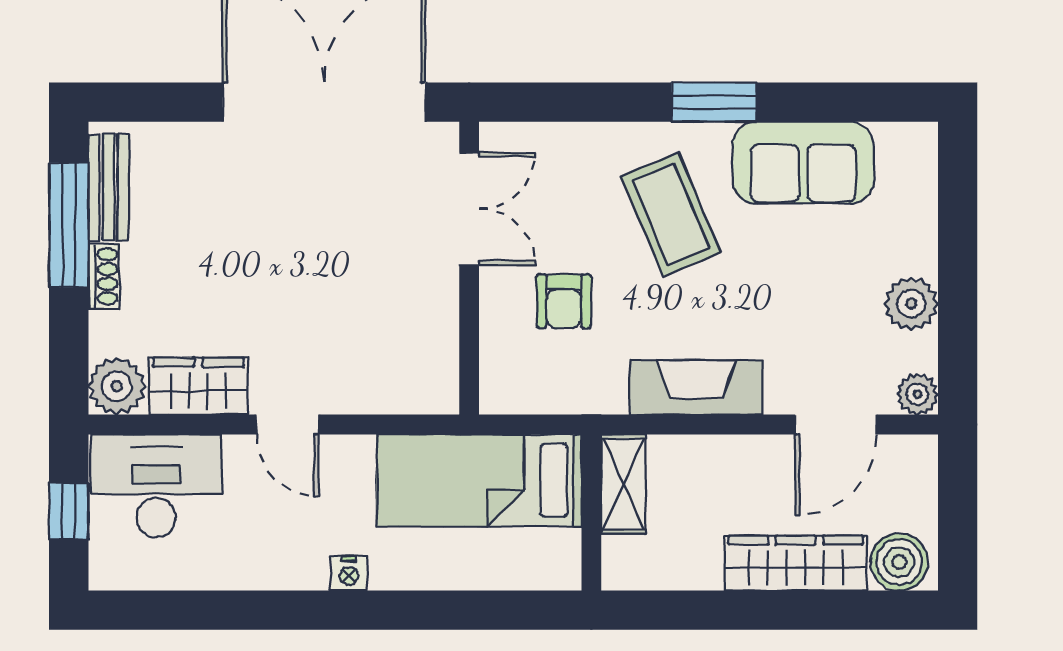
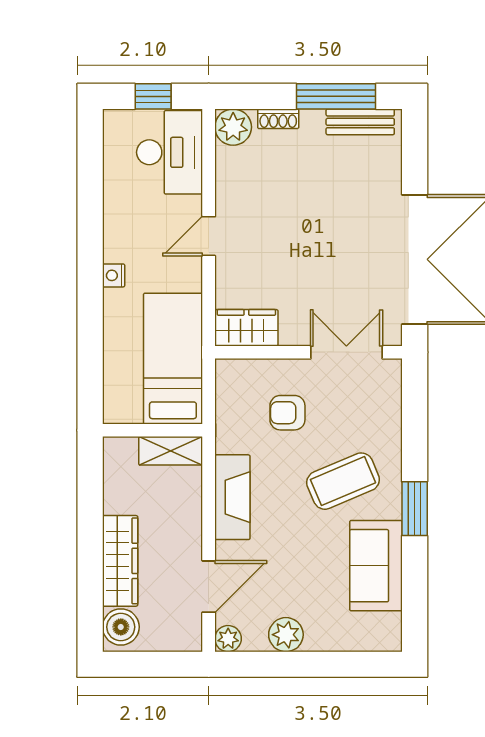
double door: (469, 209) -> (346, 352), swing flipped
shoe rack: (104, 276) -> (278, 119), moved
wardrobe: (198, 386) -> (246, 328), moved, turned -90
door: (836, 424) -> (209, 587), swing flipped

